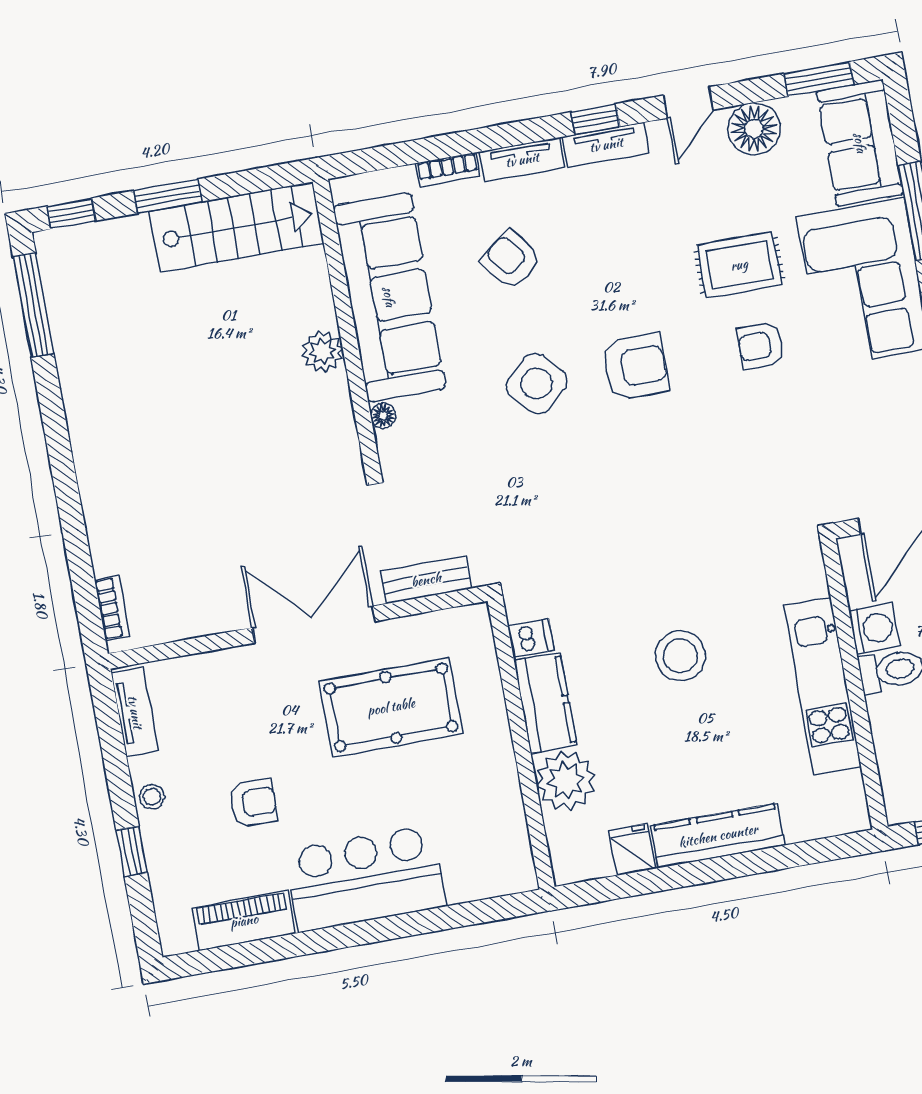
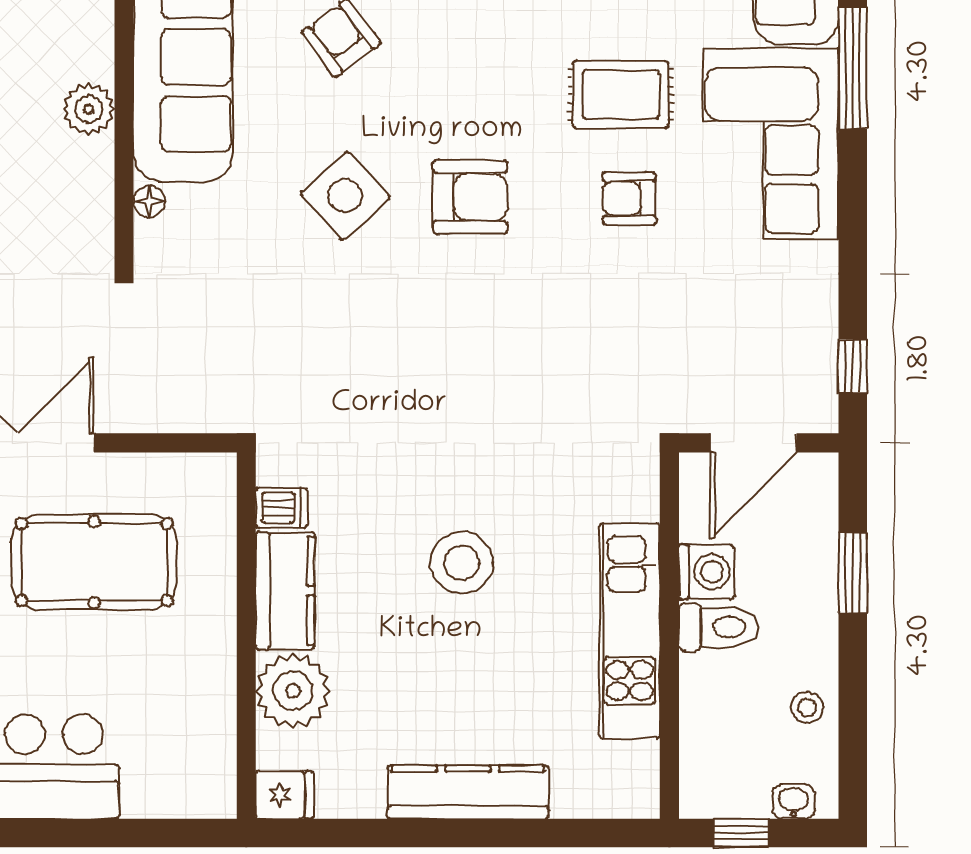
bench: (426, 580) -> (166, 413), removed
fridge: (632, 849) -> (284, 795), moved, turned 90

